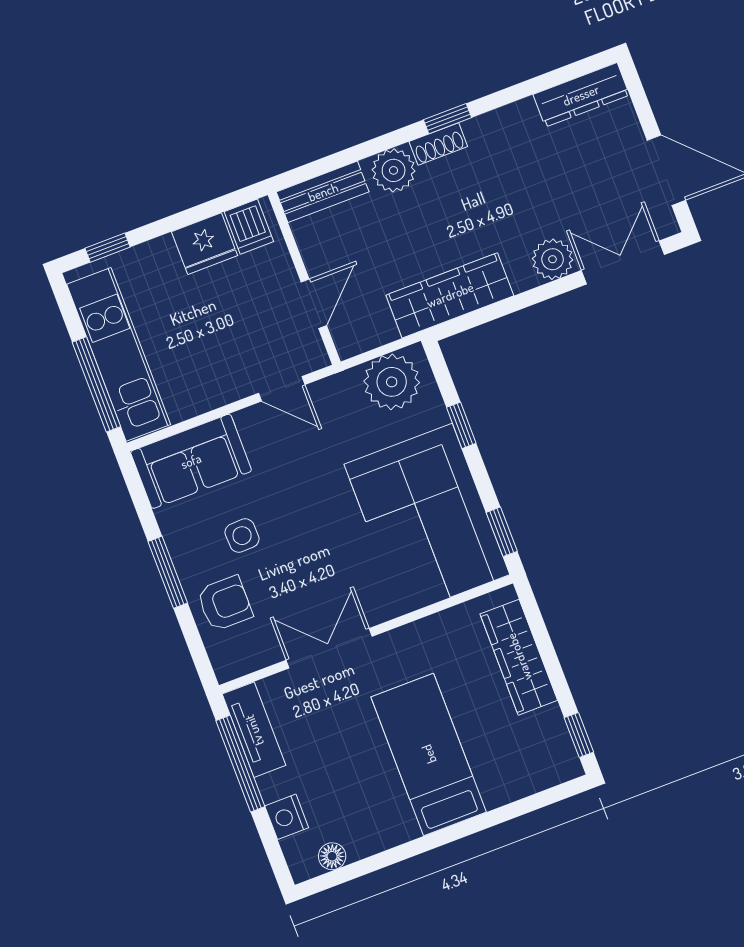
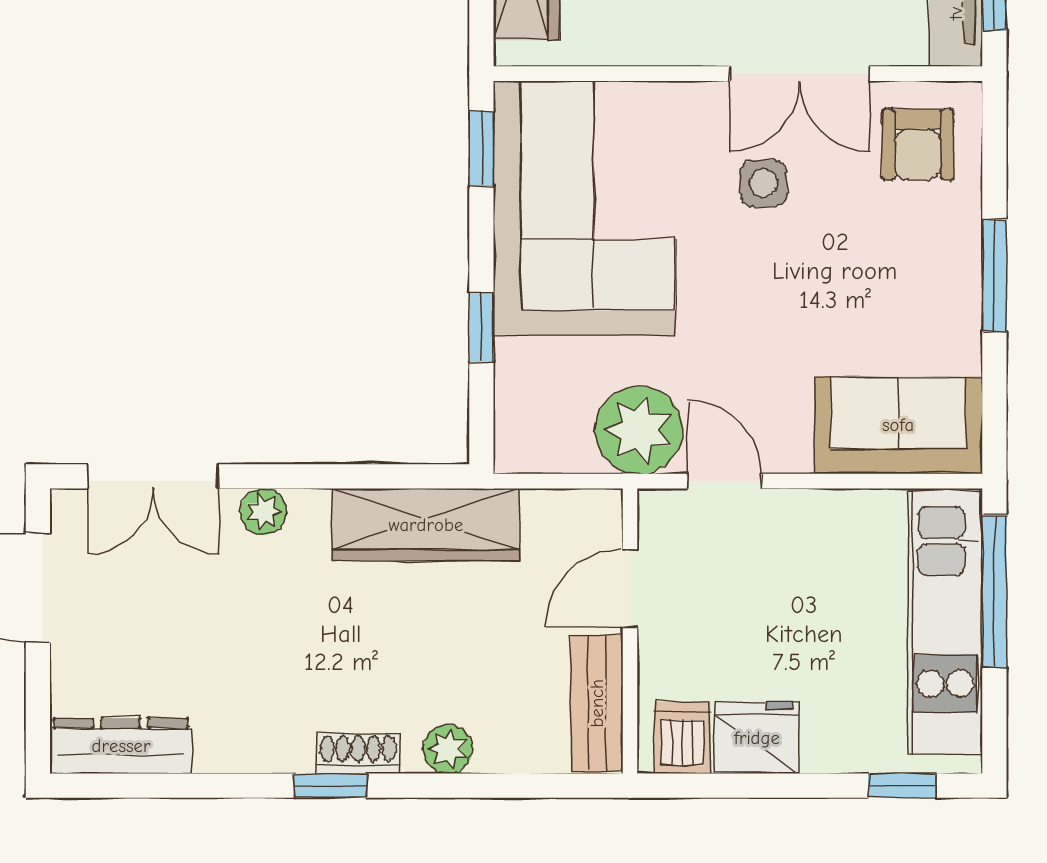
plant: (394, 170) -> (448, 749), width x0.73, depth x0.73
bench: (323, 192) -> (597, 703), moved, turned 90
plant: (553, 259) -> (263, 512), width x0.73, depth x0.73
plant: (392, 382) -> (639, 430), moved
side table: (242, 536) -> (764, 183), moved
armchair: (225, 603) -> (918, 145), moved, turned -90

